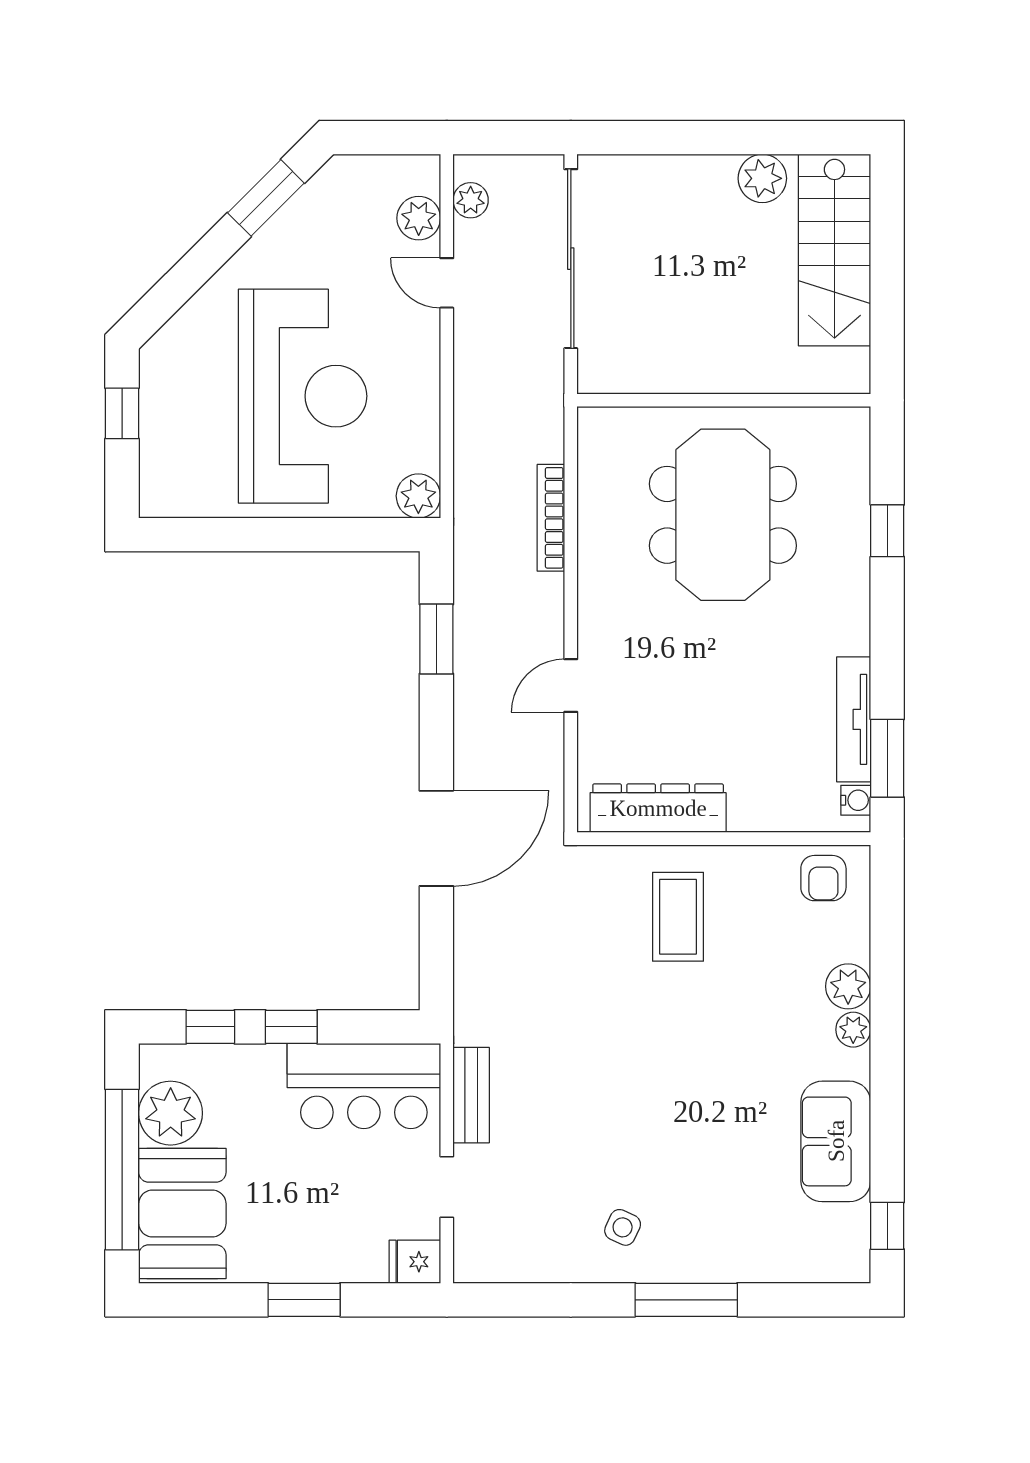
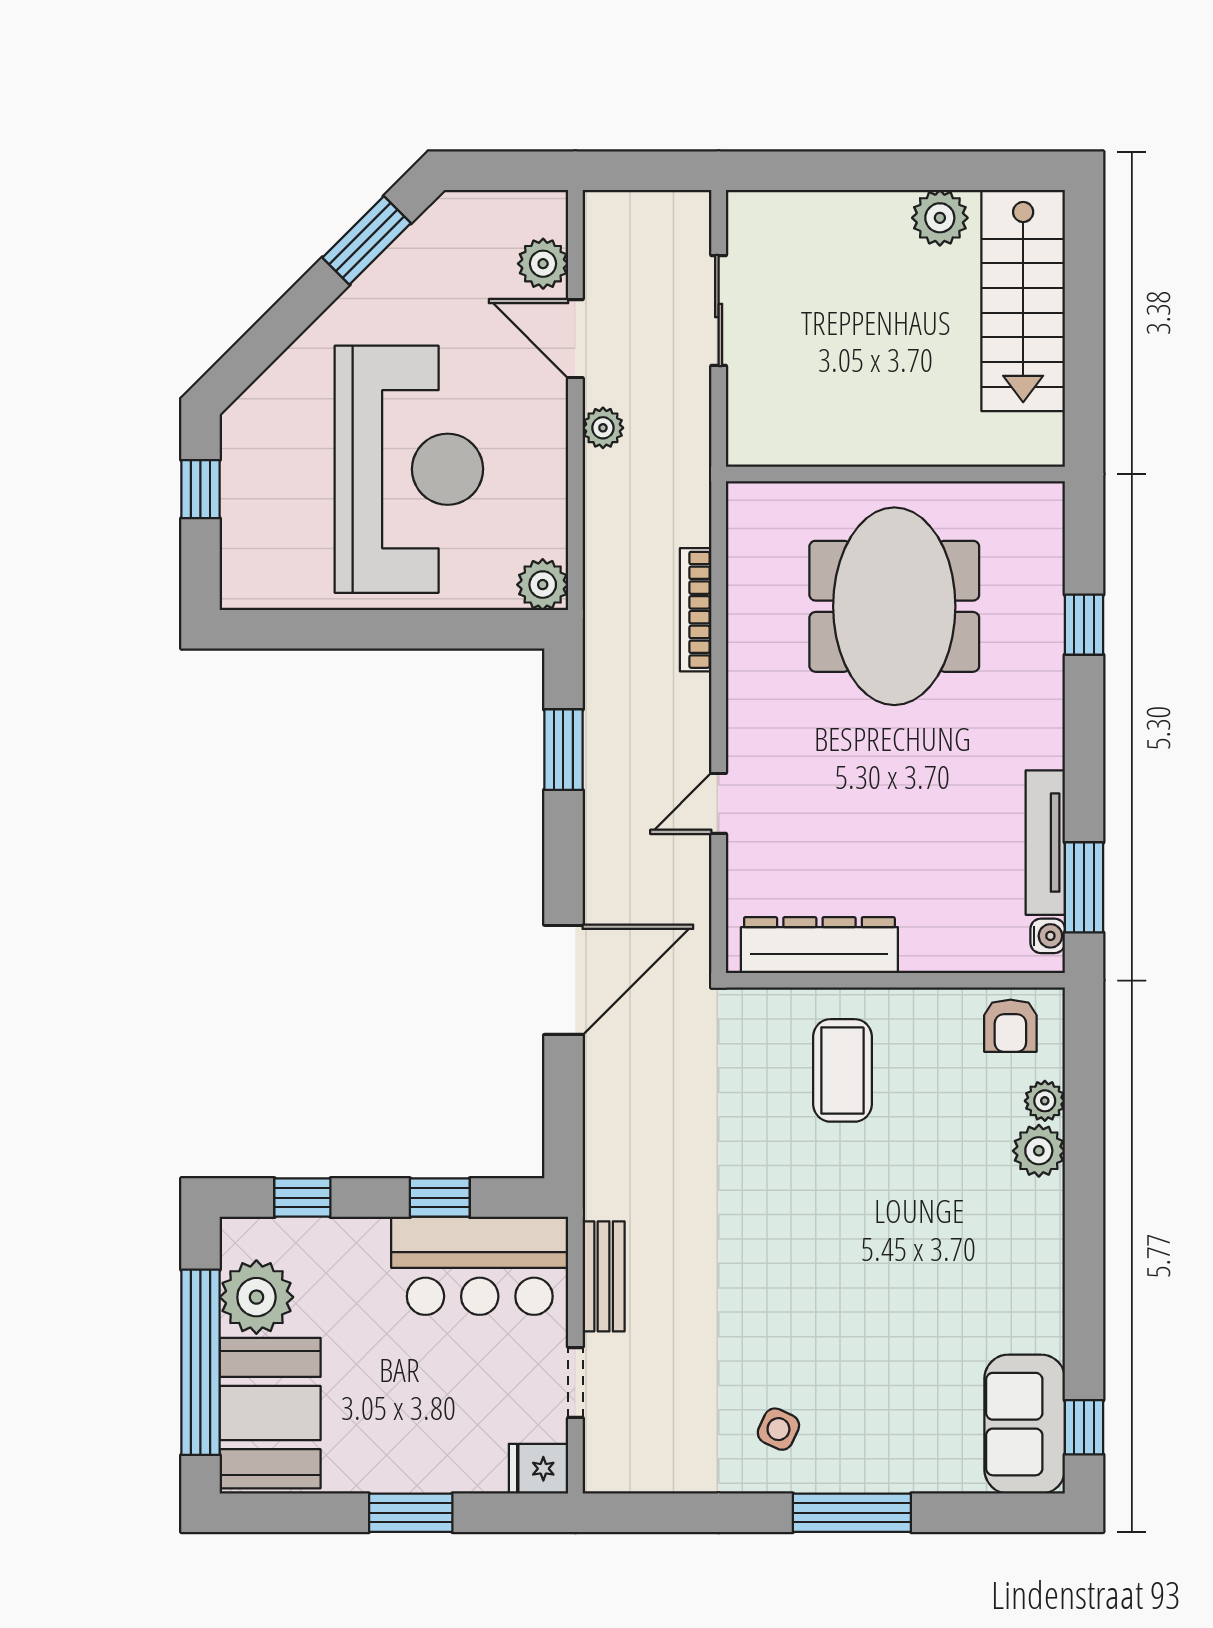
plant: (471, 200) -> (603, 428), moved
sliding door: (571, 259) -> (719, 311), width x0.54
door: (447, 283) -> (575, 339), width x1.38
window: (291, 1027) -> (440, 1198), moved
plant: (853, 1030) -> (1045, 1101), moved
sofa: (836, 1141) -> (1025, 1424), moved

